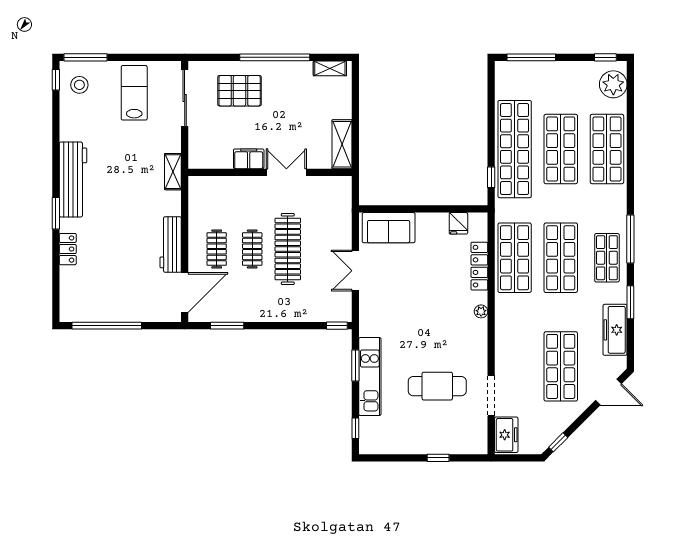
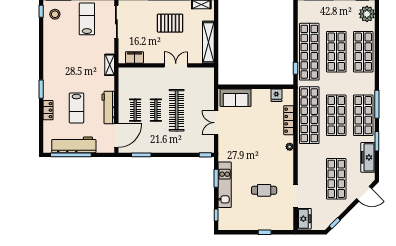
pallet: (240, 91) -> (170, 23), moved
shelving: (342, 144) -> (208, 42), width x1.47
filing cabinet: (249, 159) -> (134, 57), moved
workbench: (73, 179) -> (74, 145), moved, turned -90
lab bench: (116, 245) -> (76, 108), added
shop shelf: (515, 258) -> (309, 115), width x1.40
shop shelf: (607, 258) -> (363, 115), width x1.43, depth x1.36
cafe table: (437, 386) -> (264, 190), width x0.73, depth x0.74

